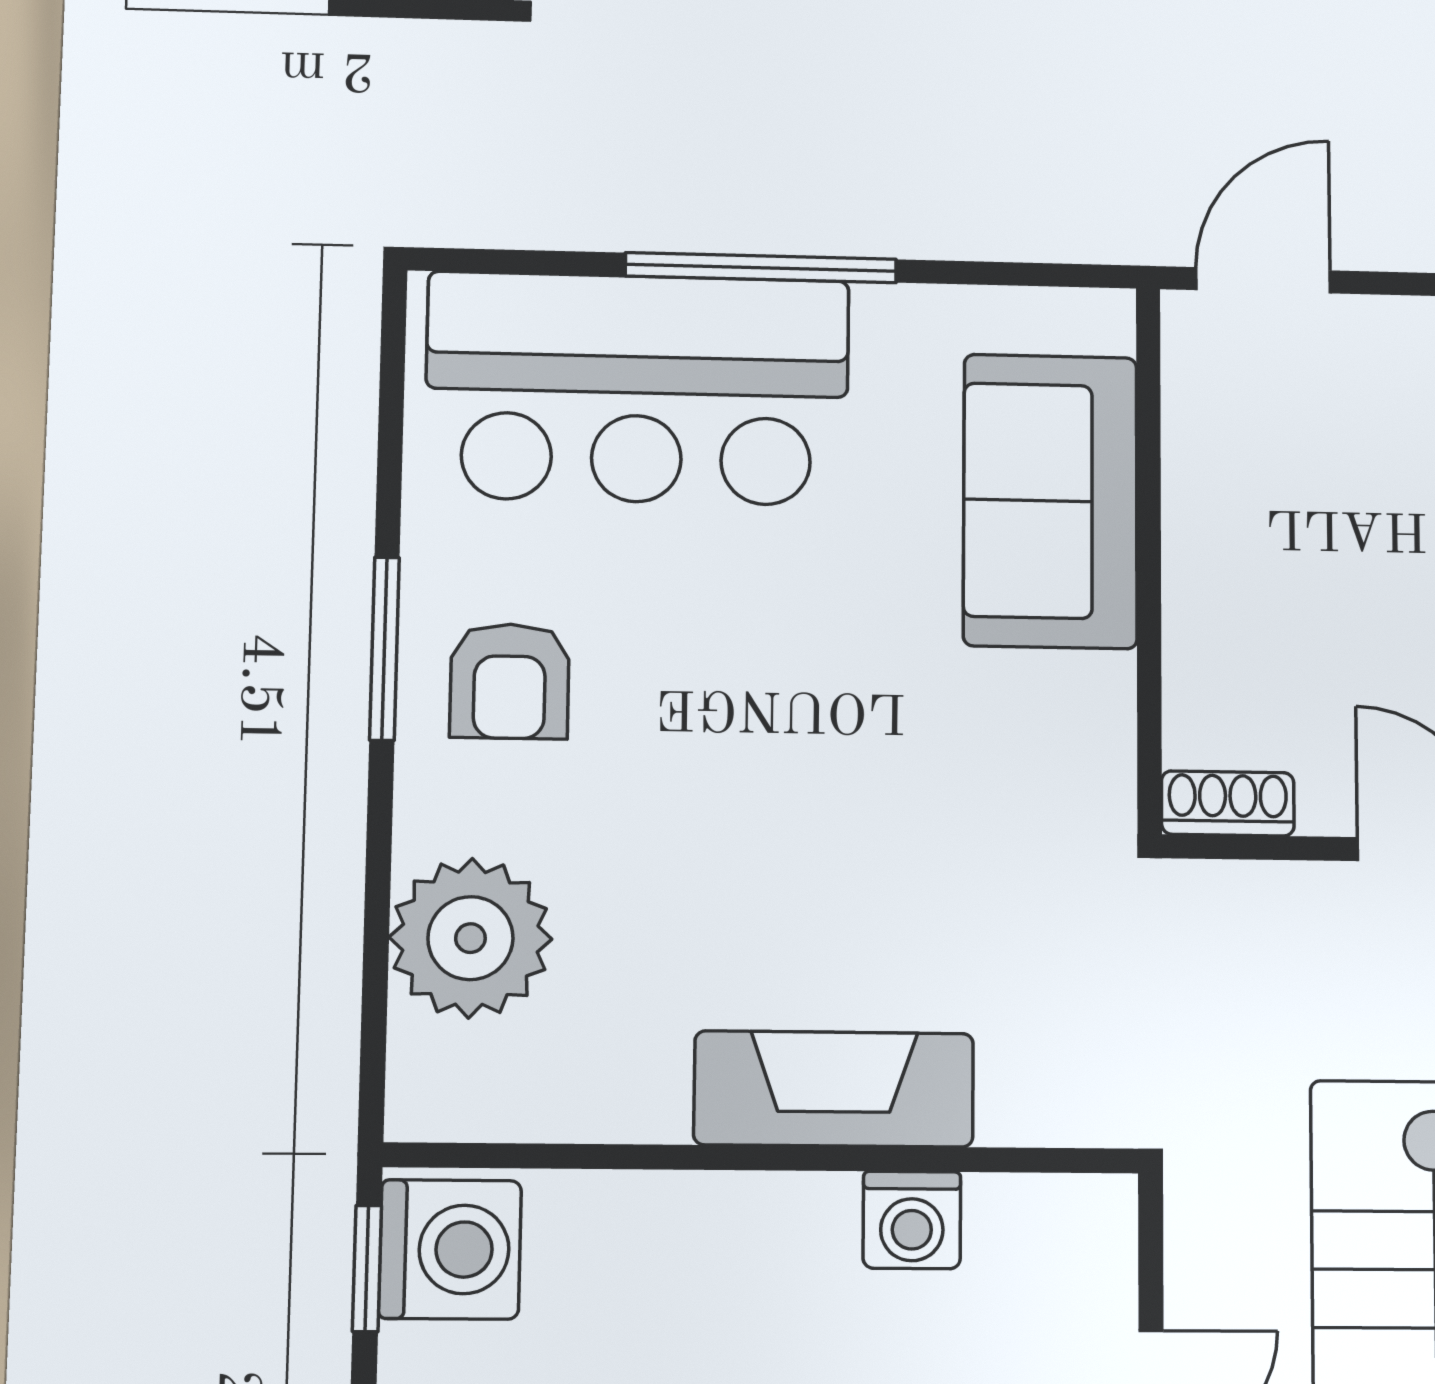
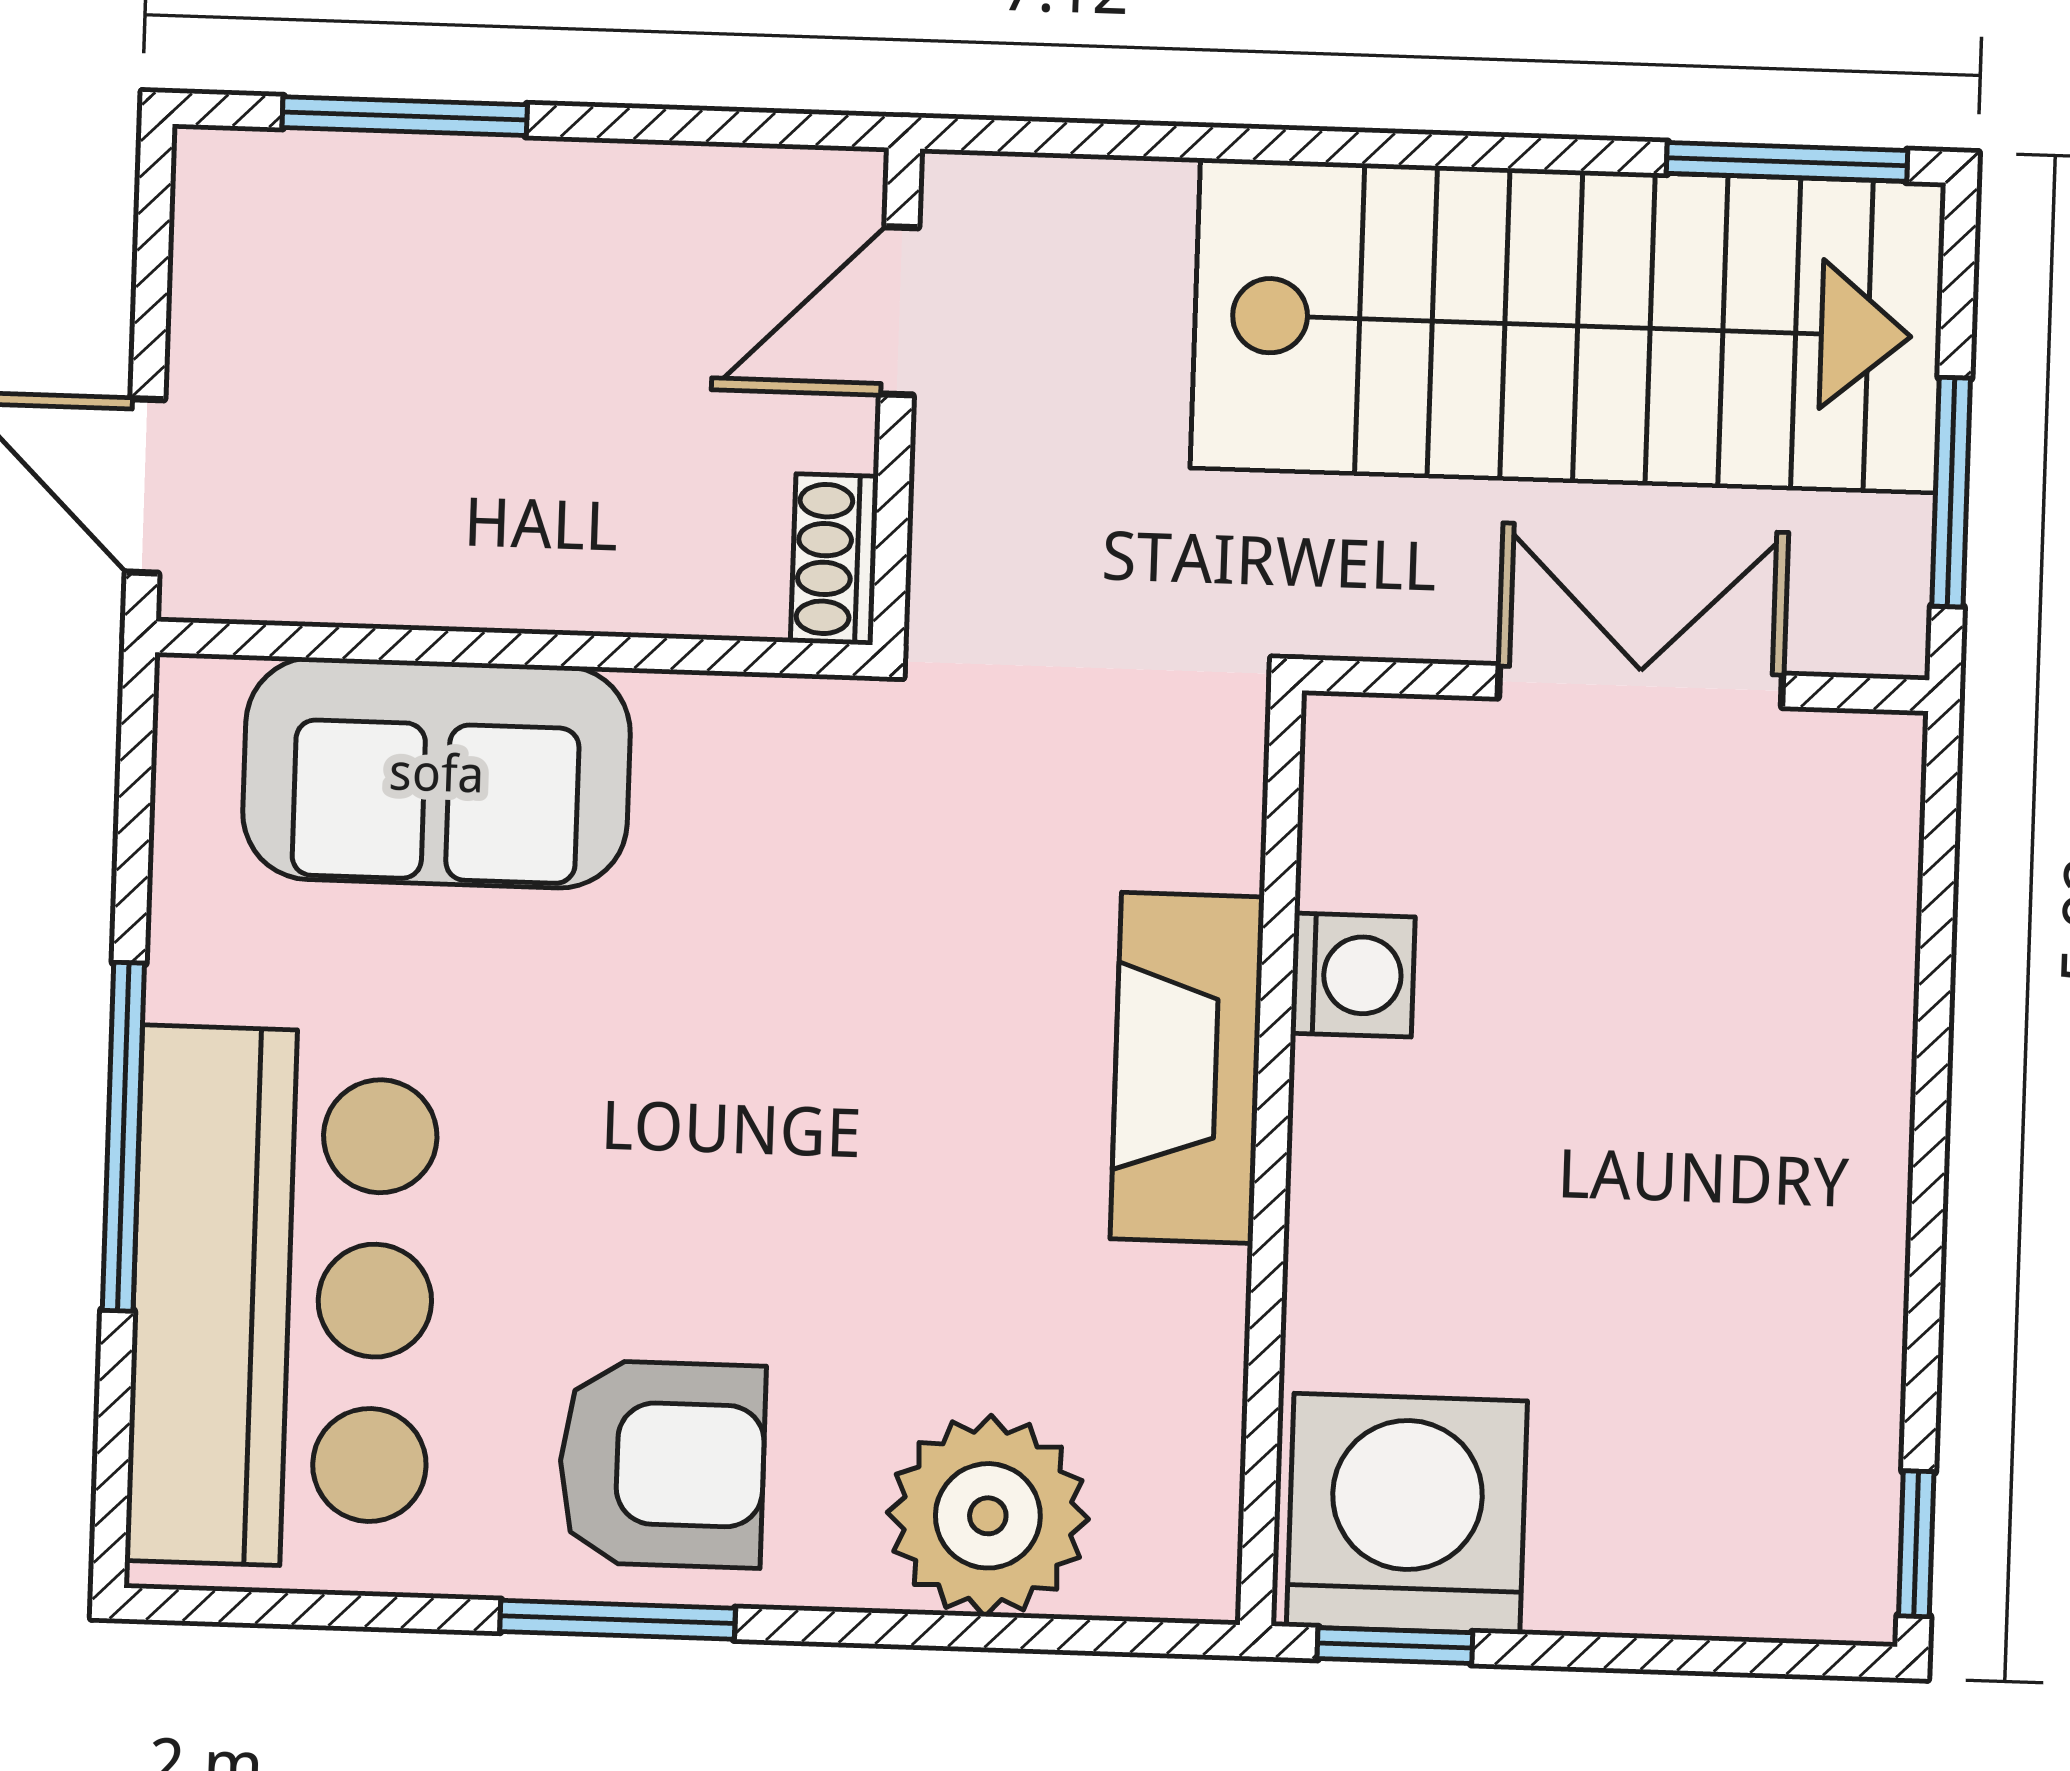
armchair: (510, 681) -> (662, 1464), width x1.38, depth x1.38
washing machine: (450, 1249) -> (1407, 1514), width x1.37, depth x1.37

